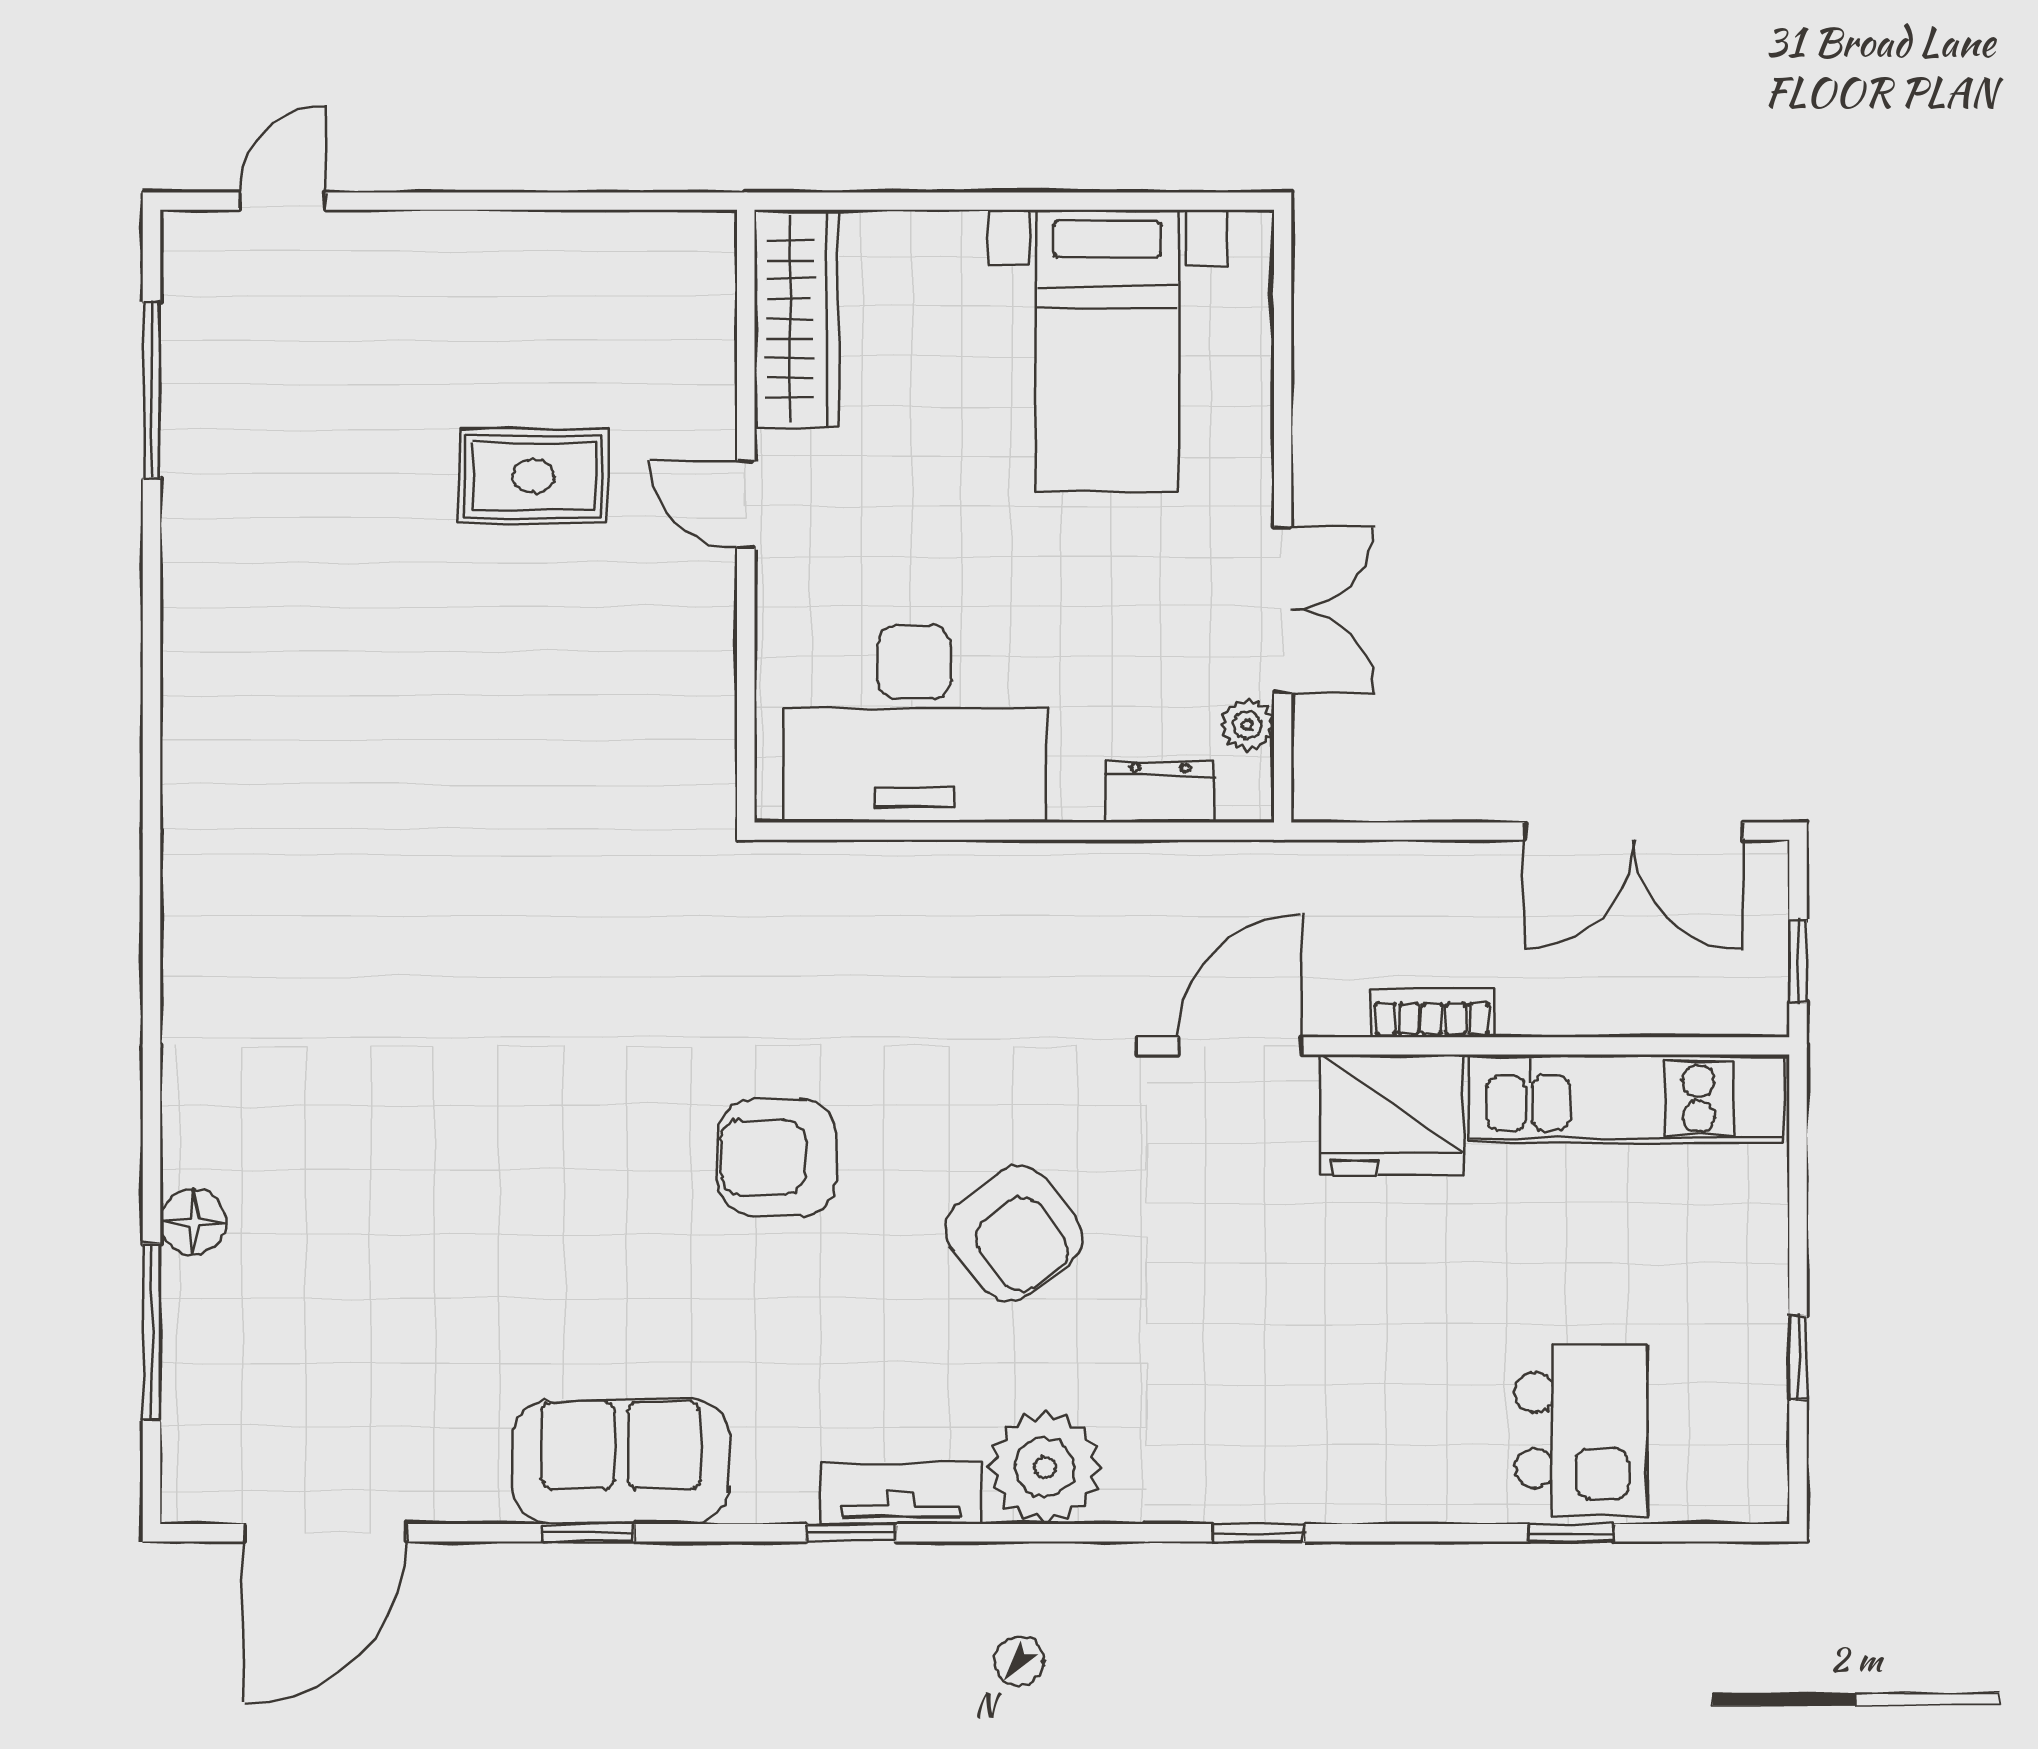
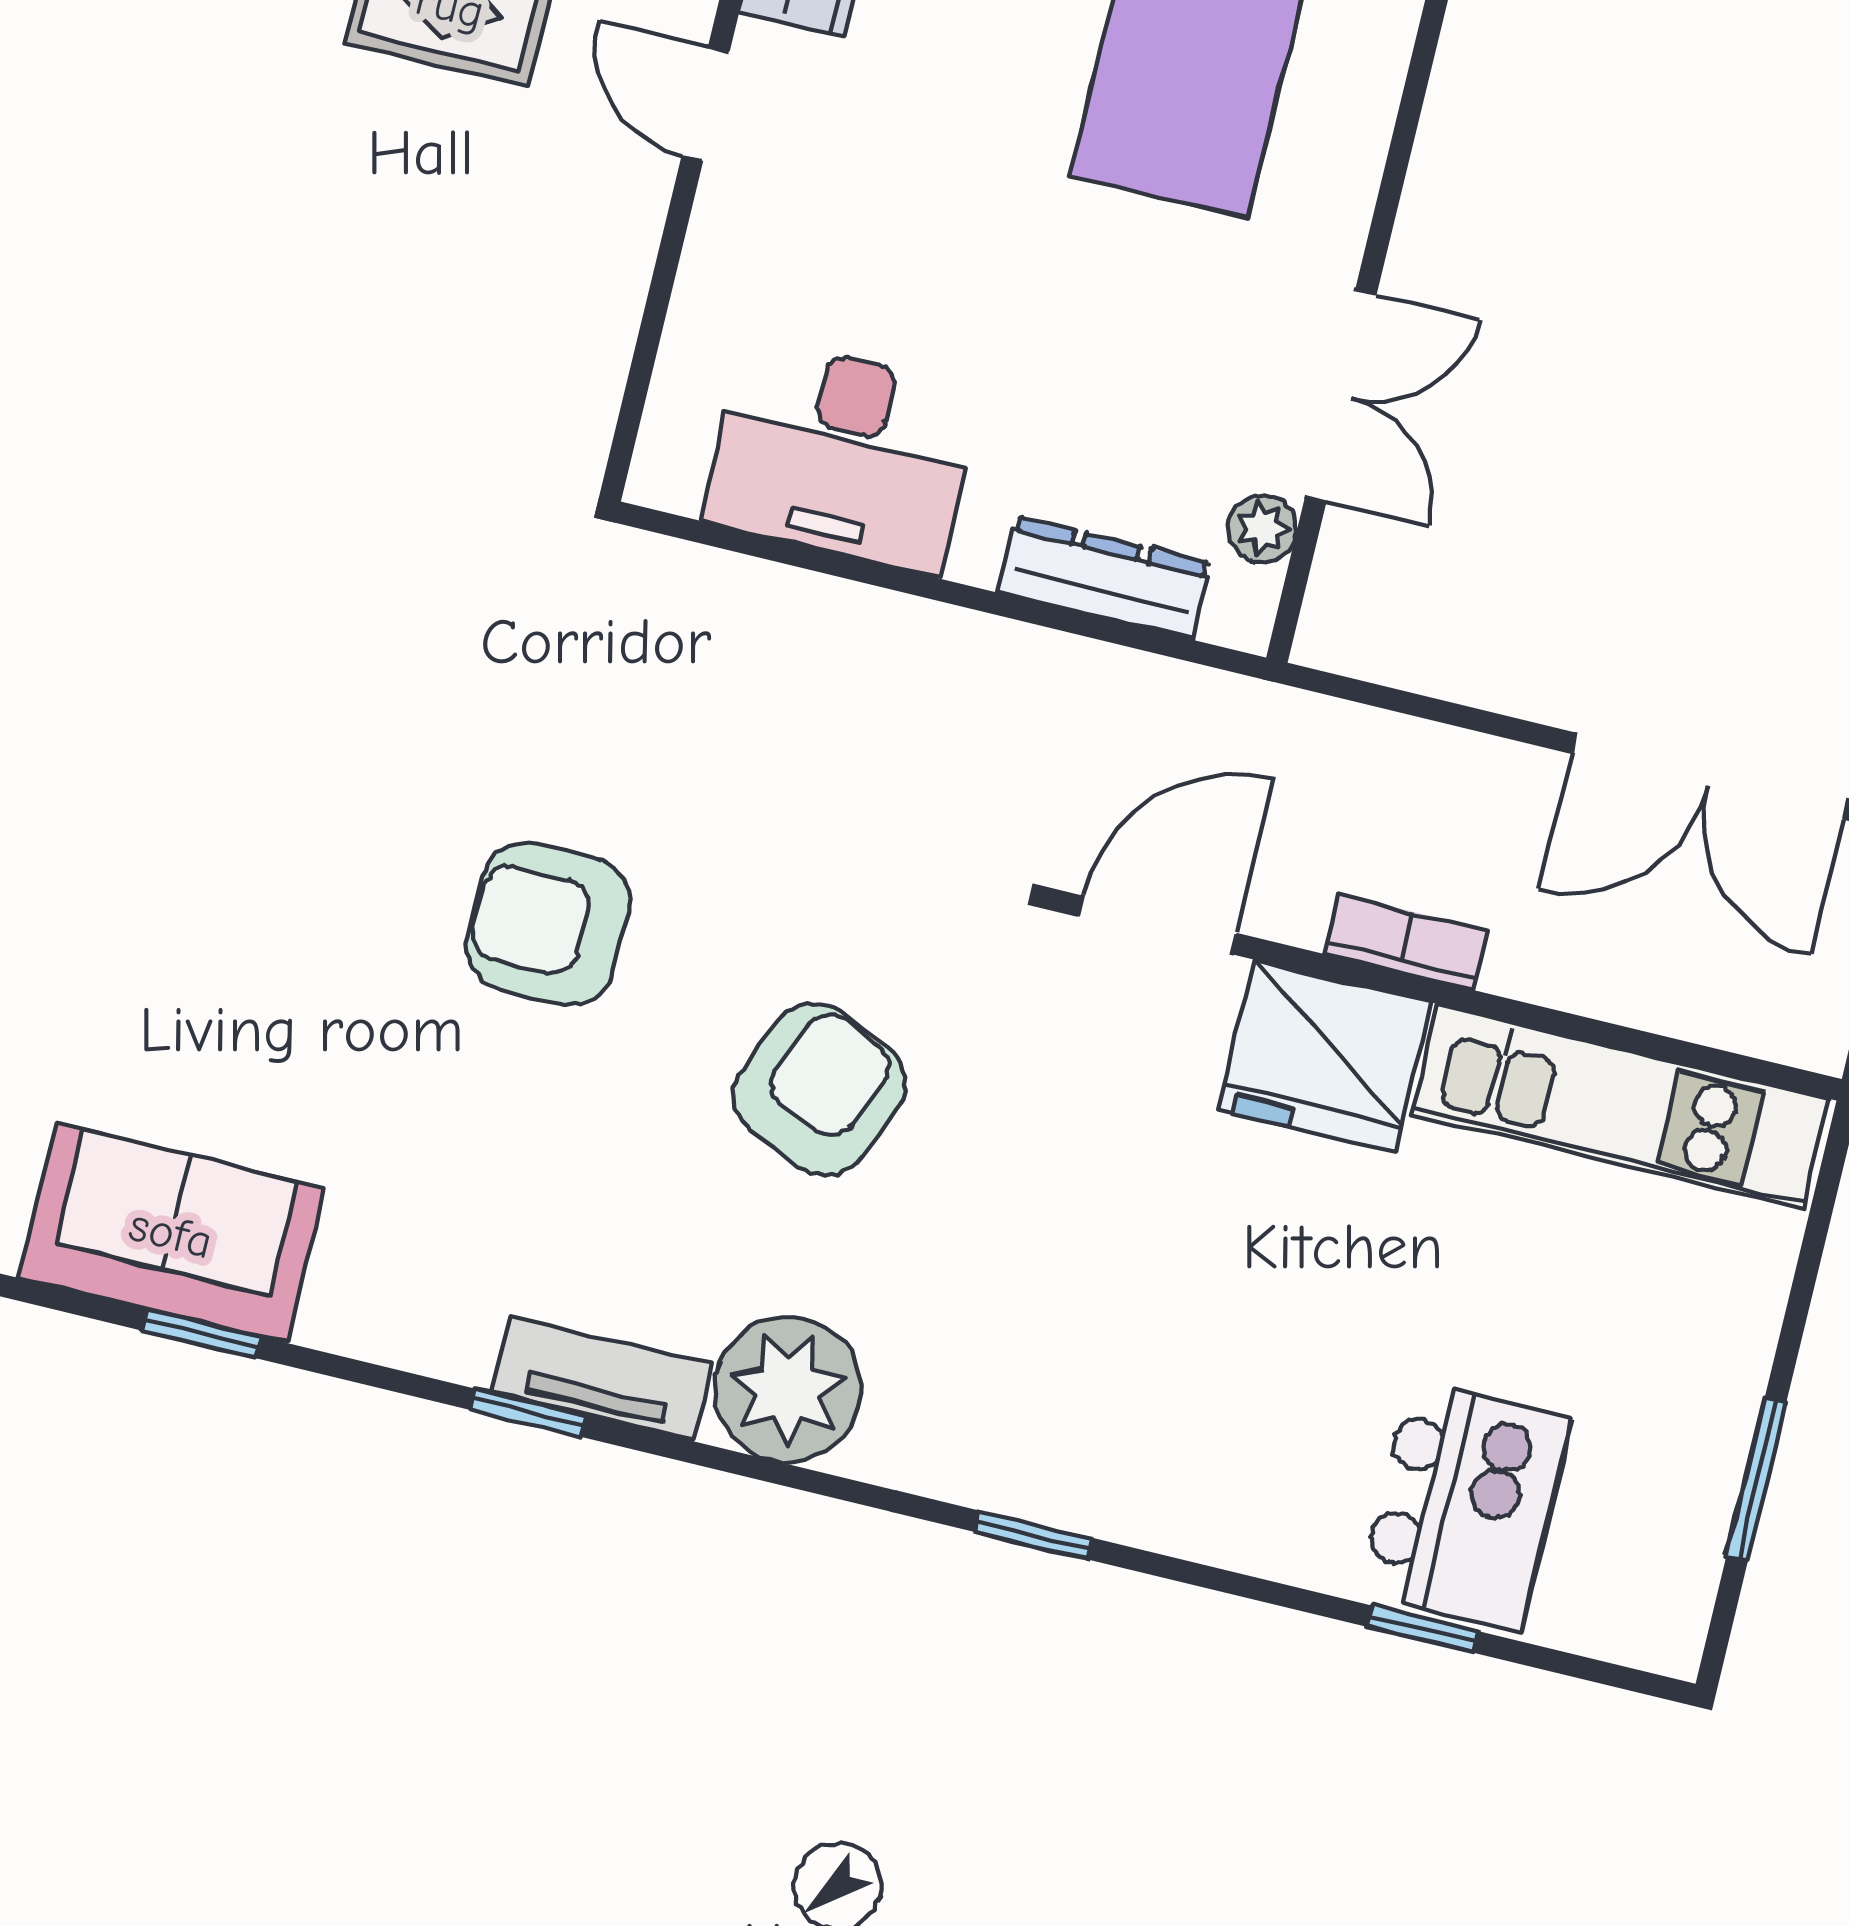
desk: (914, 724) -> (842, 455), width x0.73, depth x0.77
dresser: (1160, 792) -> (1104, 578), width x1.44
armchair: (1013, 1233) -> (819, 1089), turned -119
window: (1798, 1357) -> (1756, 1479), width x1.50
sofa: (621, 1462) -> (171, 1233), moved

